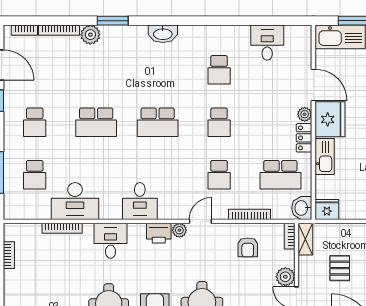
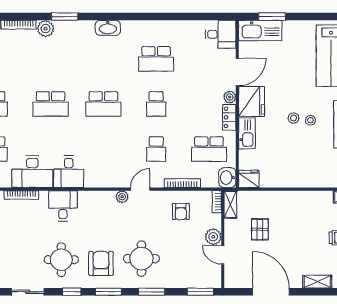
desk: (267, 43) -> (221, 34), moved, turned 90
school desk: (219, 70) -> (156, 59), width x1.85
door: (313, 85) -> (237, 72), hinge flipped
desk: (140, 201) -> (69, 172), moved
printer: (159, 233) -> (104, 199), removed

